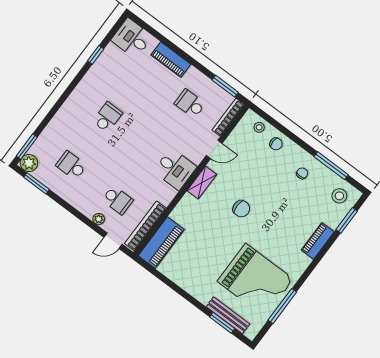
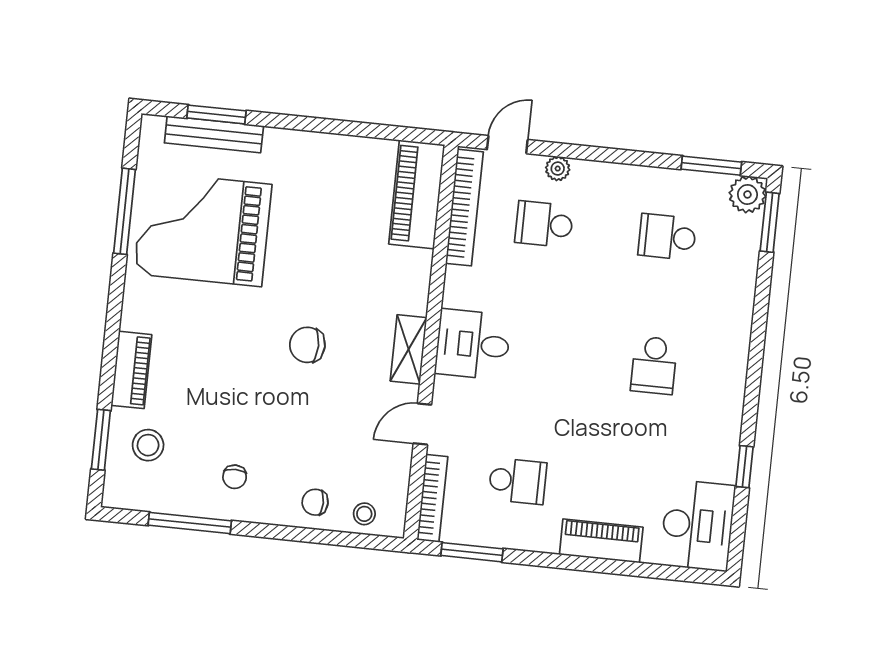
desk: (132, 38) -> (698, 525), width x1.37
school desk: (71, 165) -> (667, 237), turned 180
stool: (339, 196) -> (148, 445), moved

